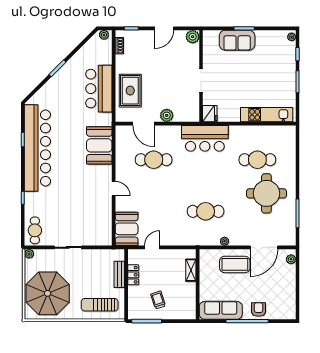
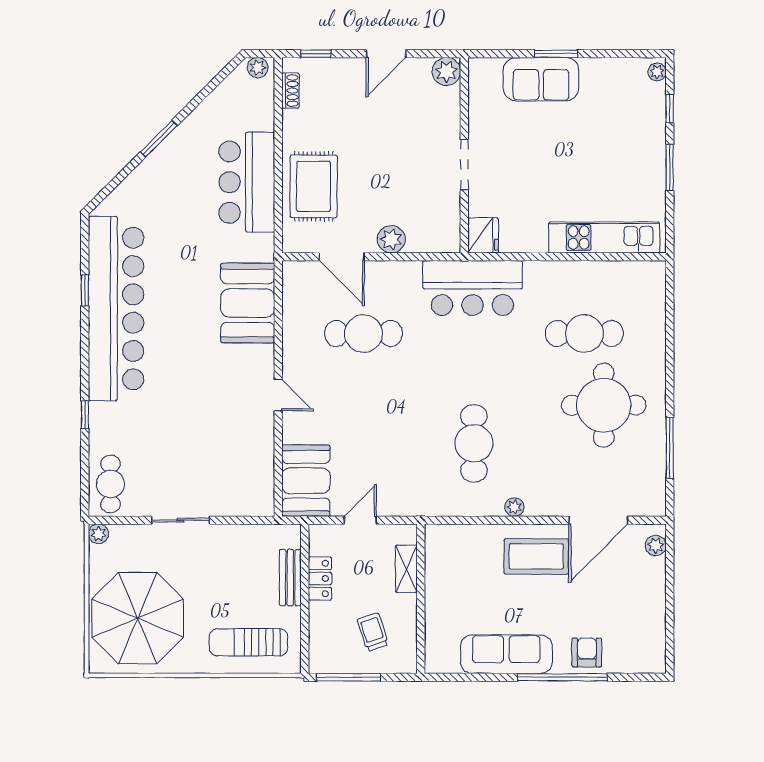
cafe table: (206, 211) -> (474, 443), turned 90
shelving: (191, 270) -> (406, 569), moved
wall: (198, 284) -> (421, 599), moved

